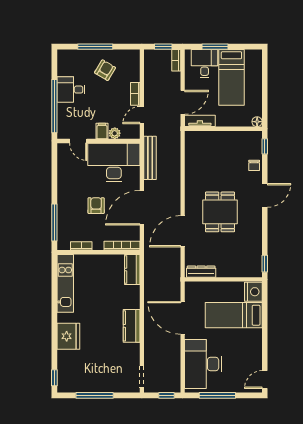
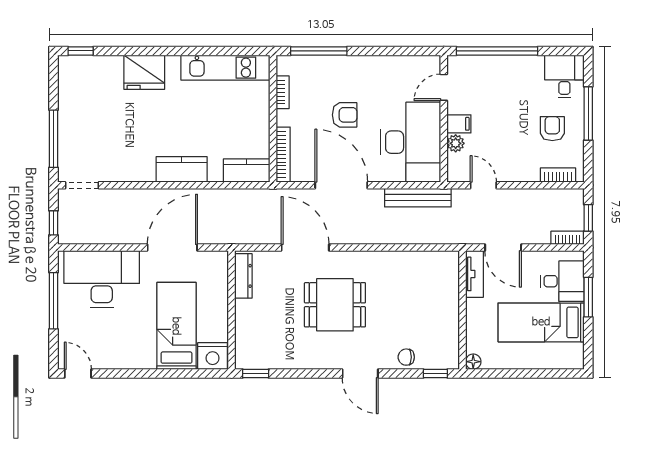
armchair: (105, 70) -> (552, 129), turned -121
desk: (71, 90) -> (564, 76), moved
bookcase: (135, 94) -> (558, 175), moved
kitchen counter: (132, 326) -> (182, 169), moved
window: (95, 395) -> (54, 139), moved

